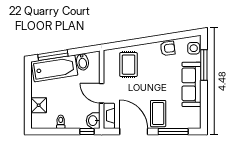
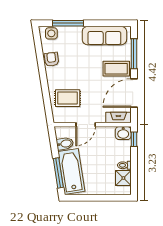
sofa: (191, 84) -> (104, 36), moved
door: (102, 93) -> (86, 125), moved
shower: (39, 105) -> (123, 178), moved

